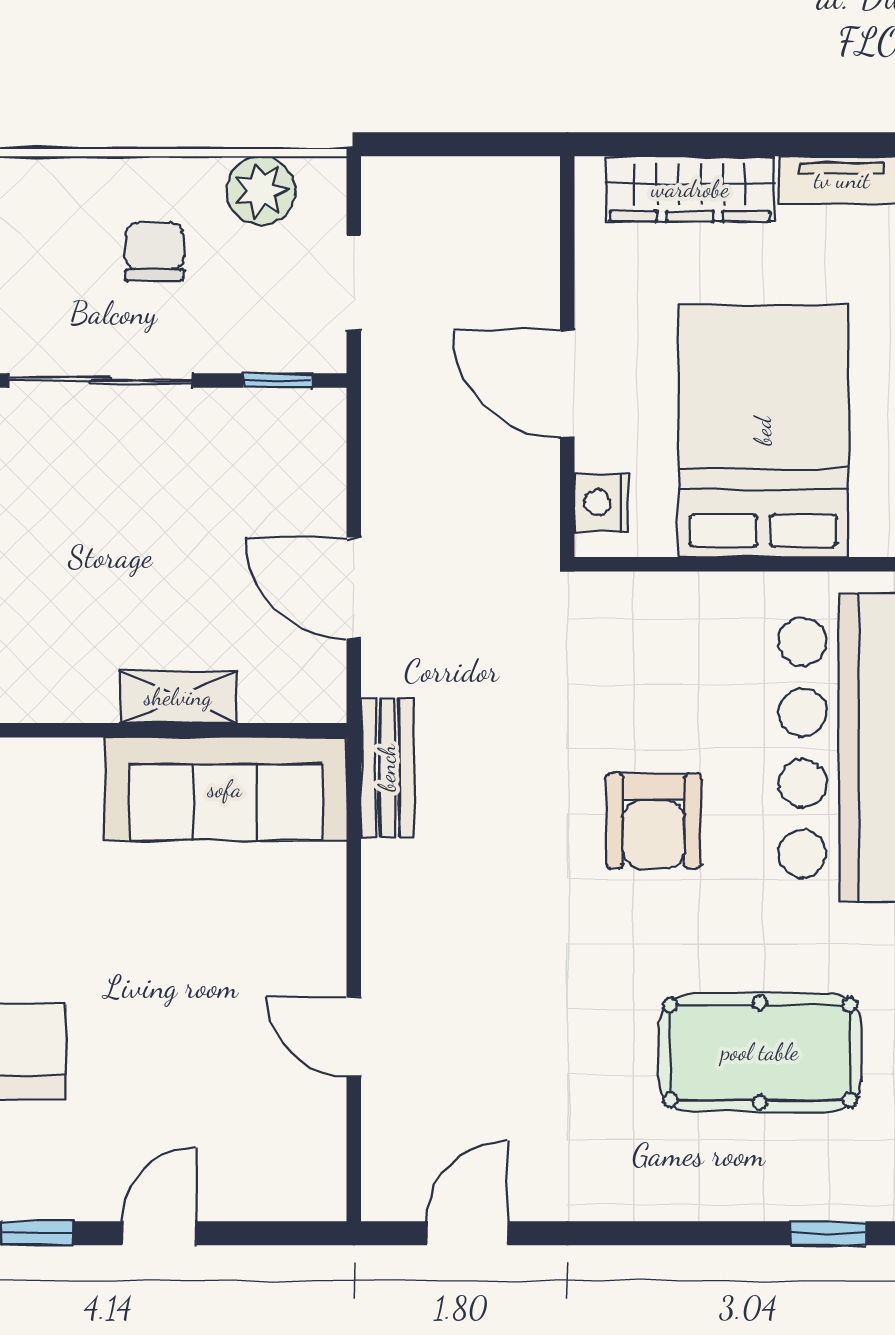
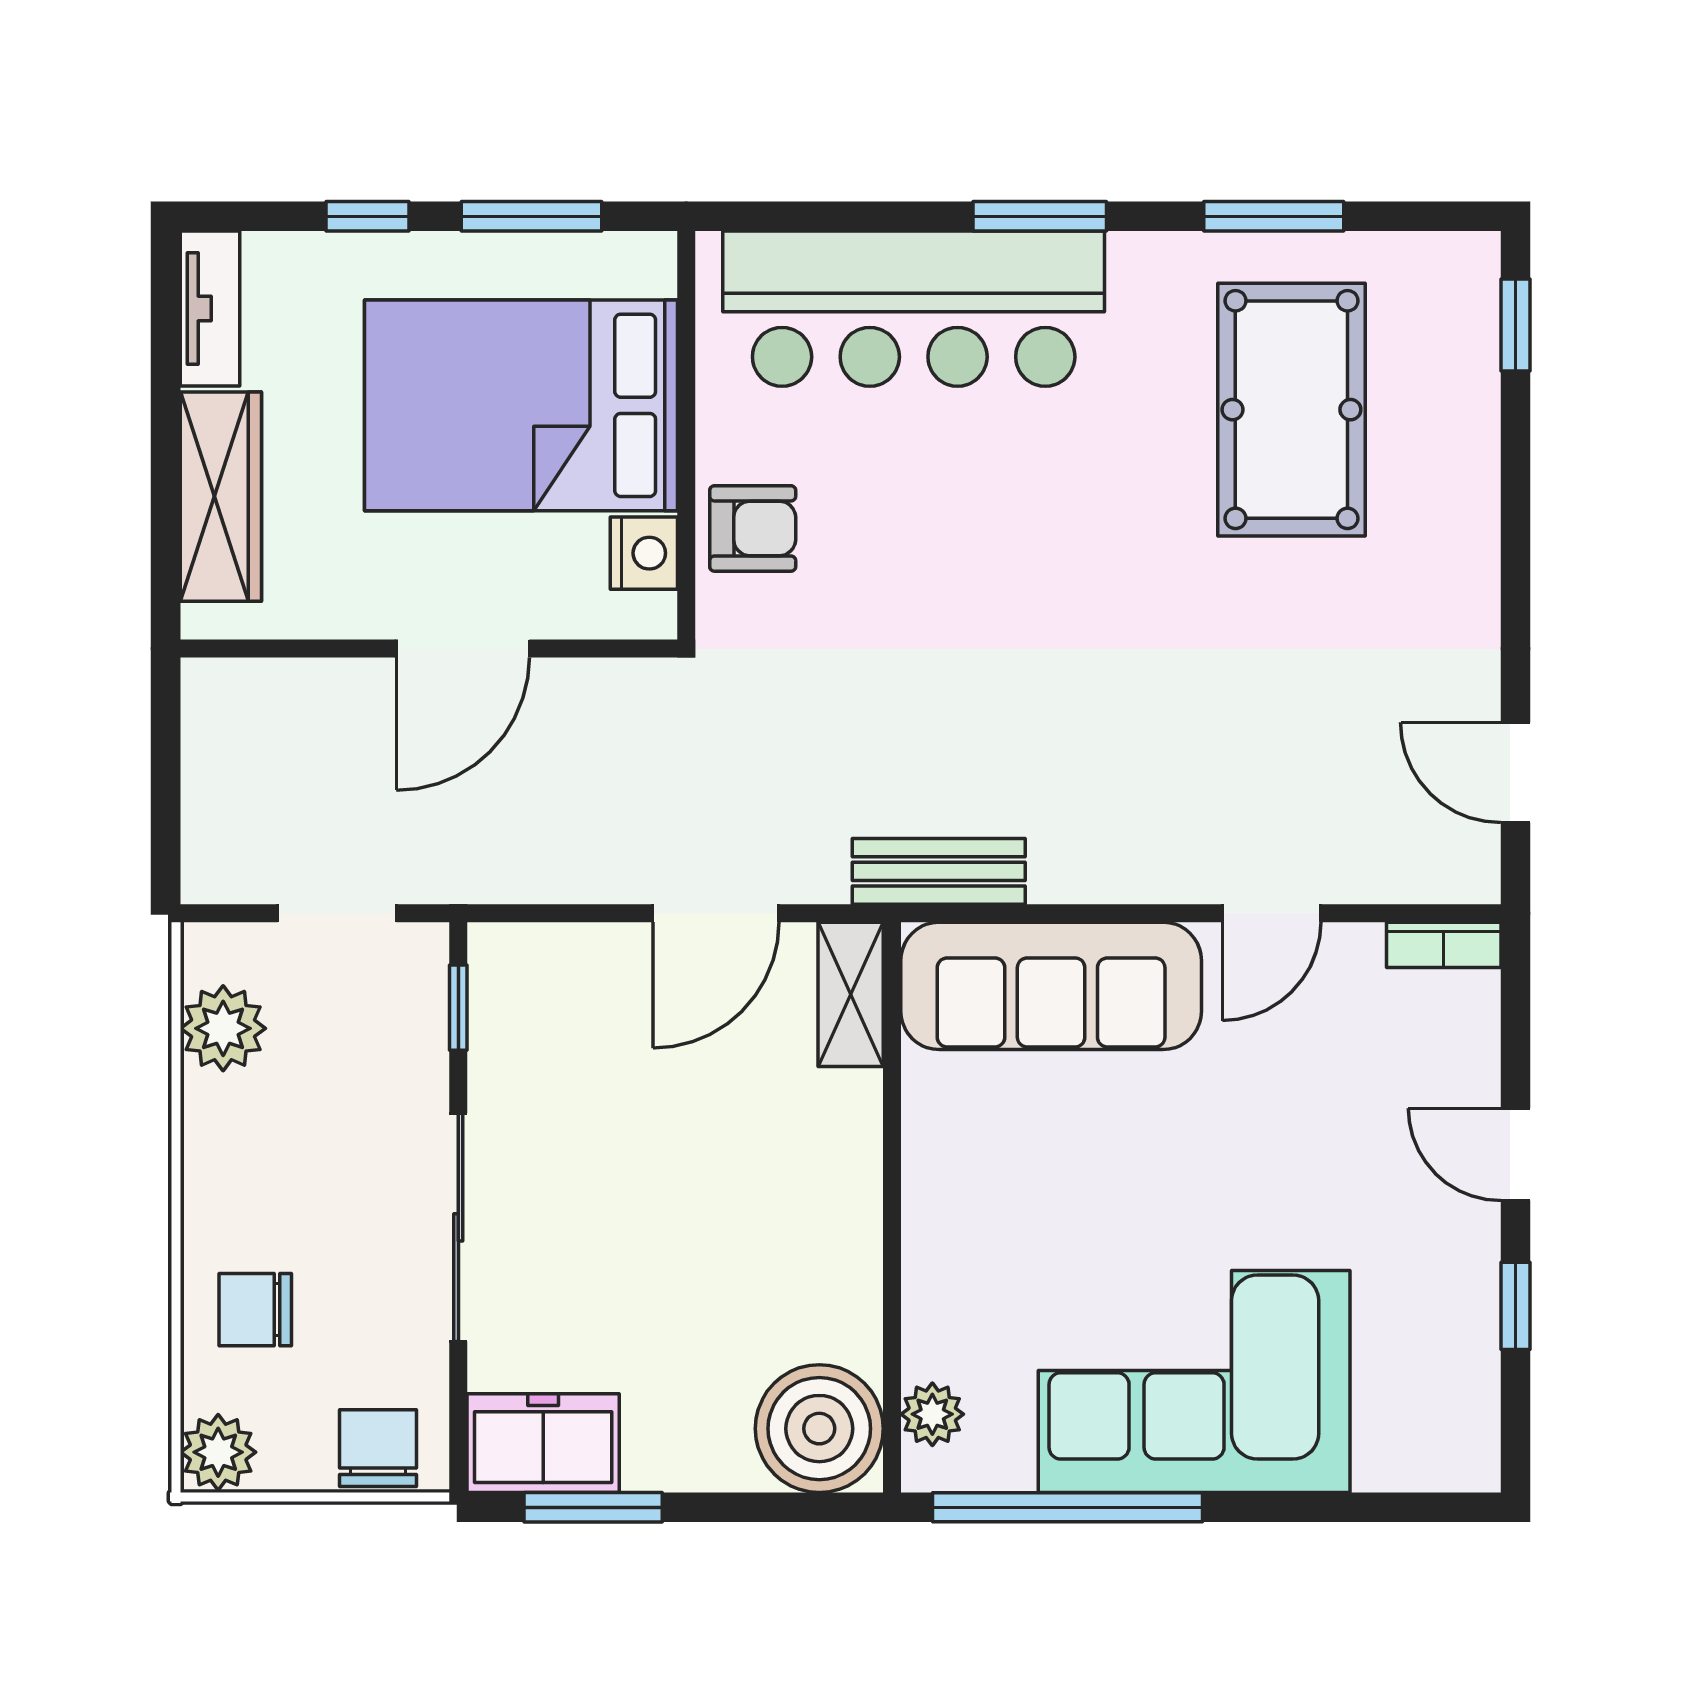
chair: (154, 252) -> (255, 1310), moved
nightstand: (601, 502) -> (644, 553), moved, turned -90
shelving: (178, 697) -> (851, 994), moved
sofa: (225, 789) -> (1051, 986), moved, turned 90
armchair: (654, 821) -> (753, 528), moved, width x0.72, depth x0.72
bookcase: (328, 1175) -> (1444, 945), added

